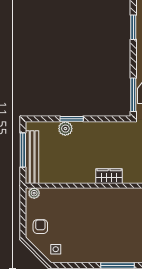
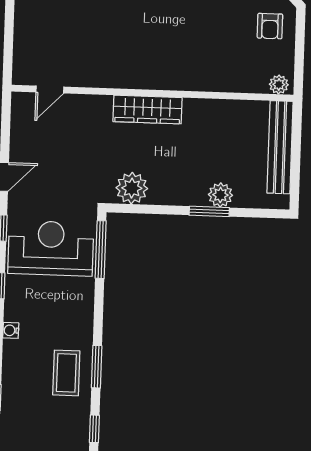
plant: (116, 131) -> (132, 188), added
window: (23, 150) -> (296, 160), removed
wardrobe: (109, 176) -> (147, 110), width x1.50

